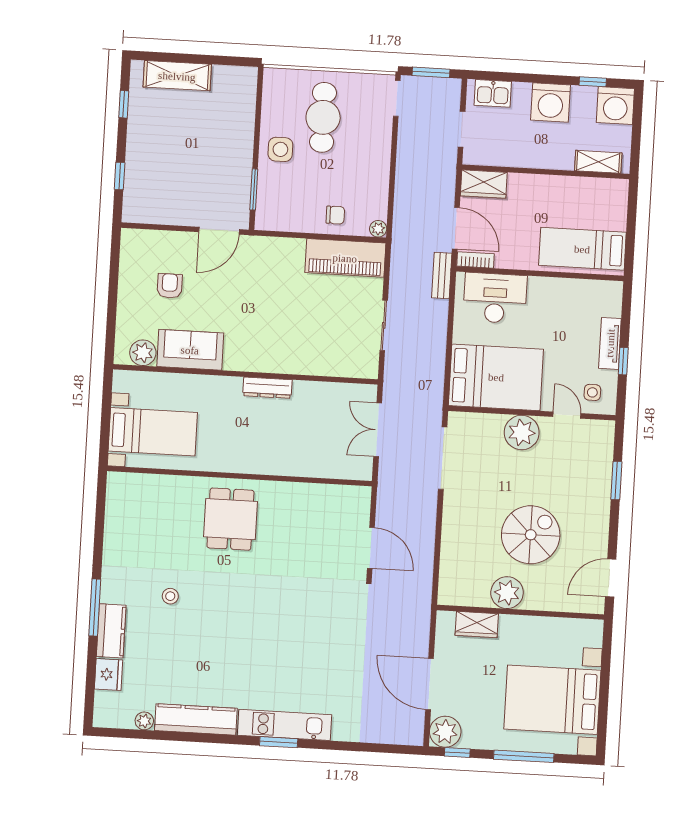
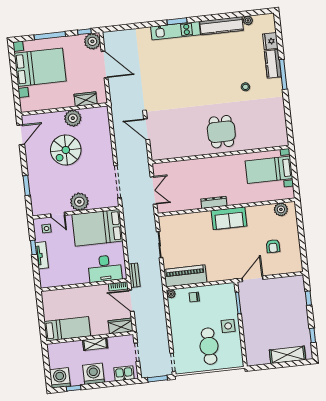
shelving: (598, 162) -> (95, 344), moved
bed: (582, 249) -> (67, 329), moved
sofa: (190, 350) -> (229, 218), moved

